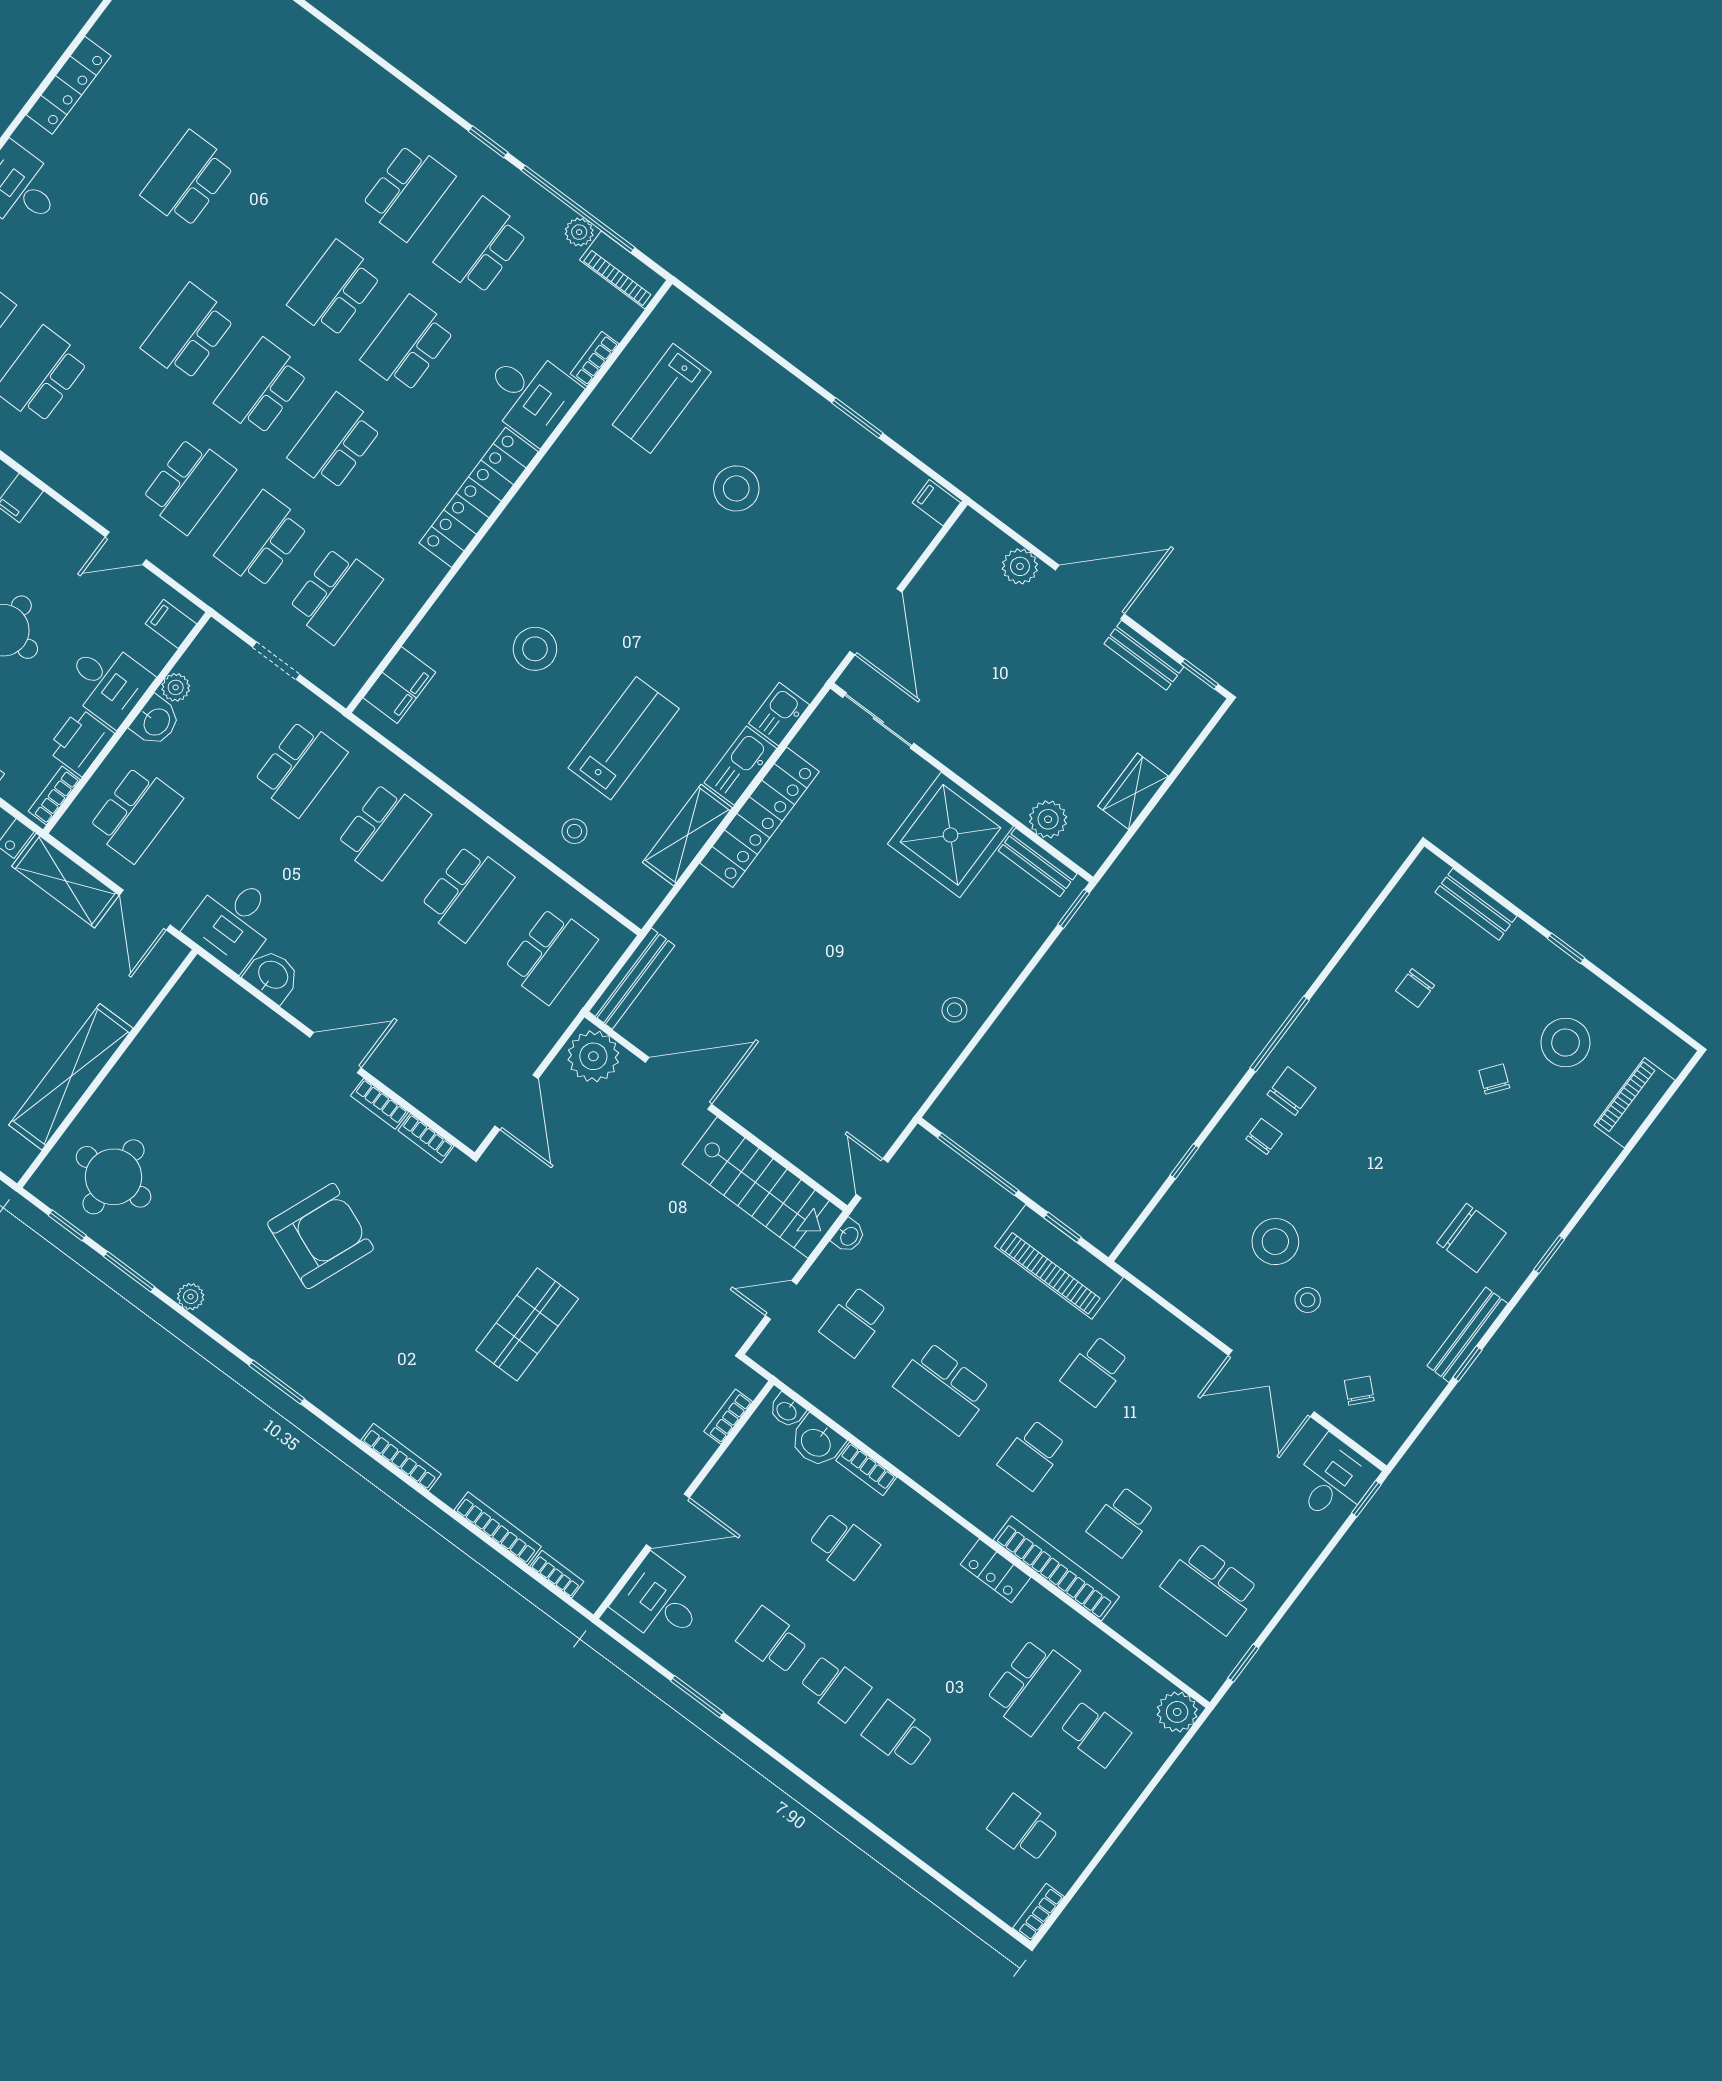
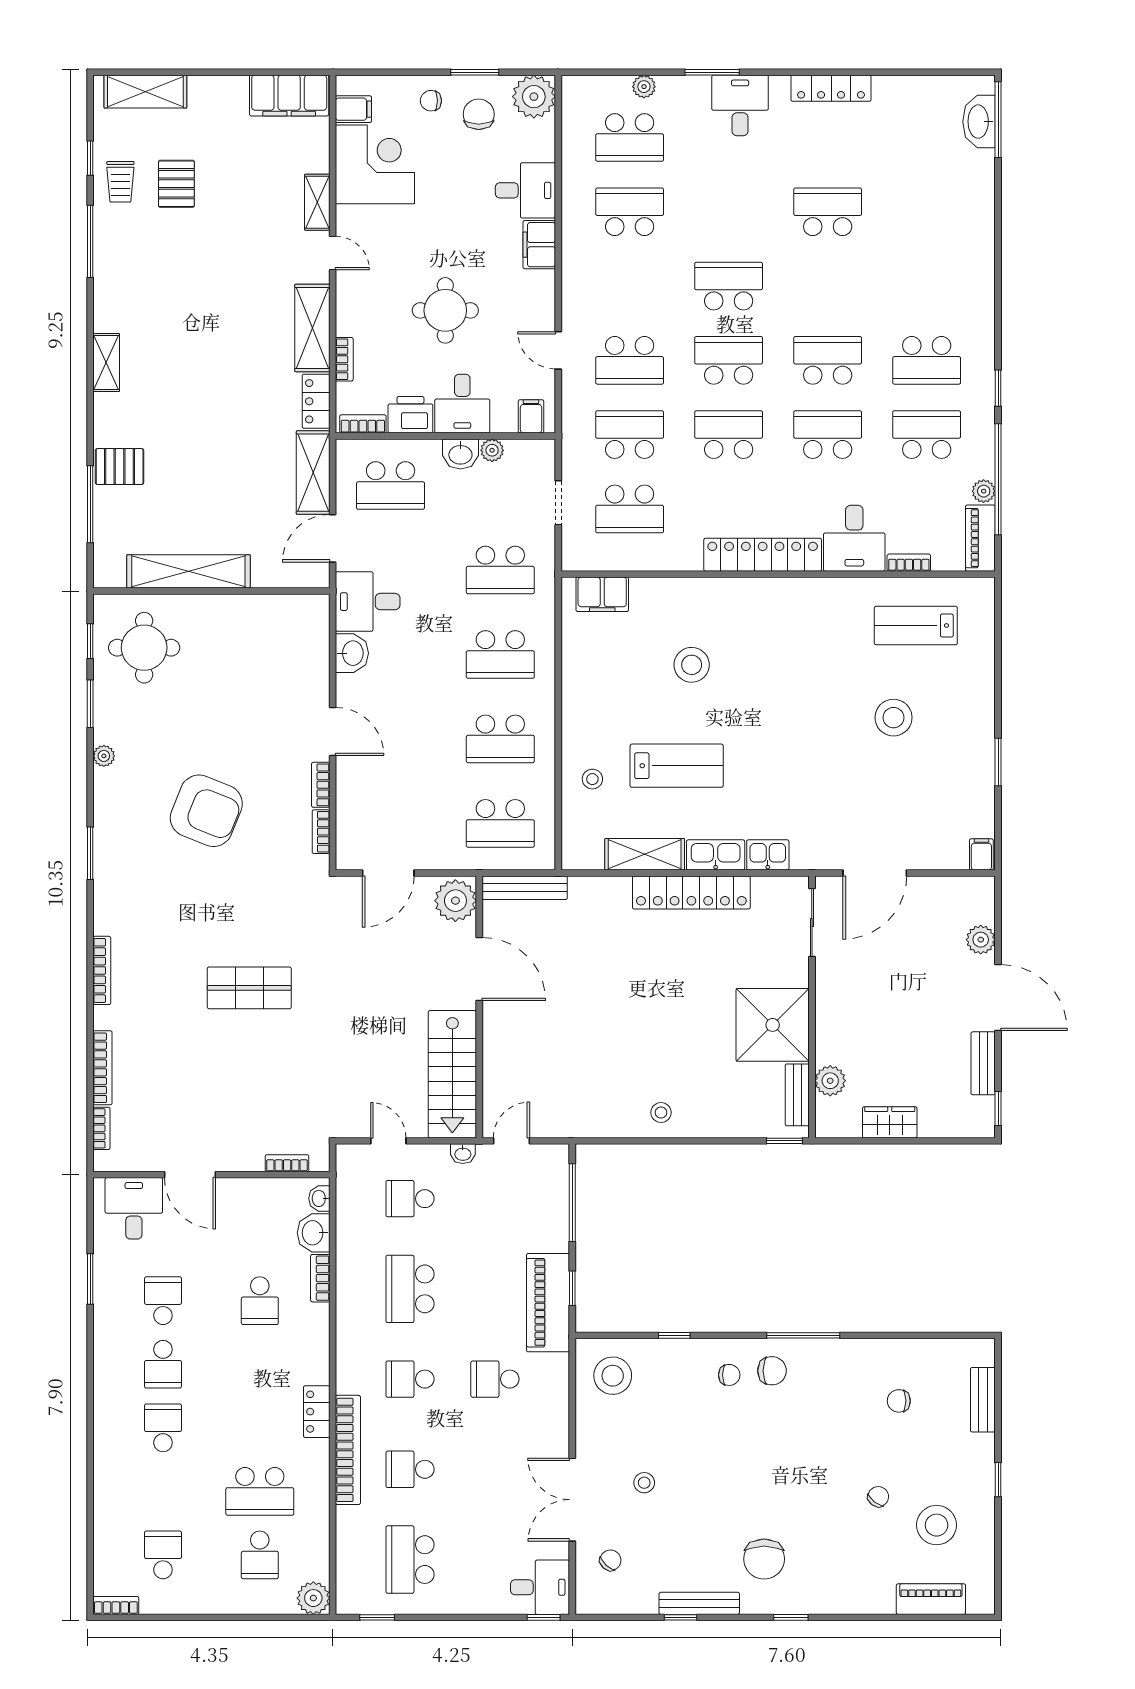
stool: (1275, 1242) -> (613, 1376), moved

